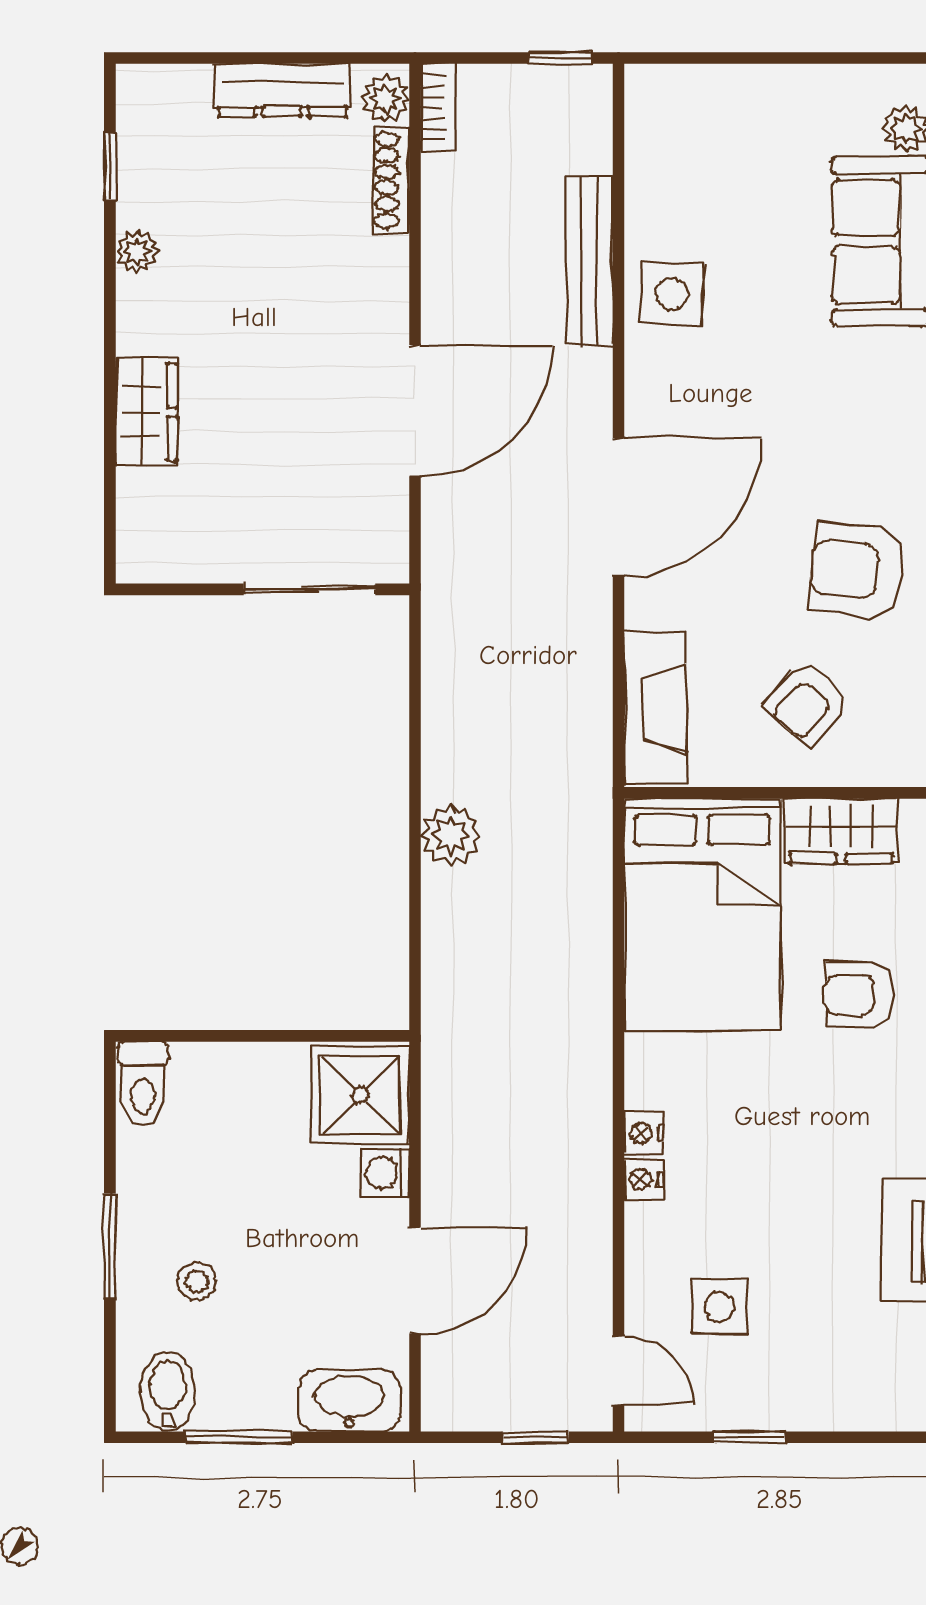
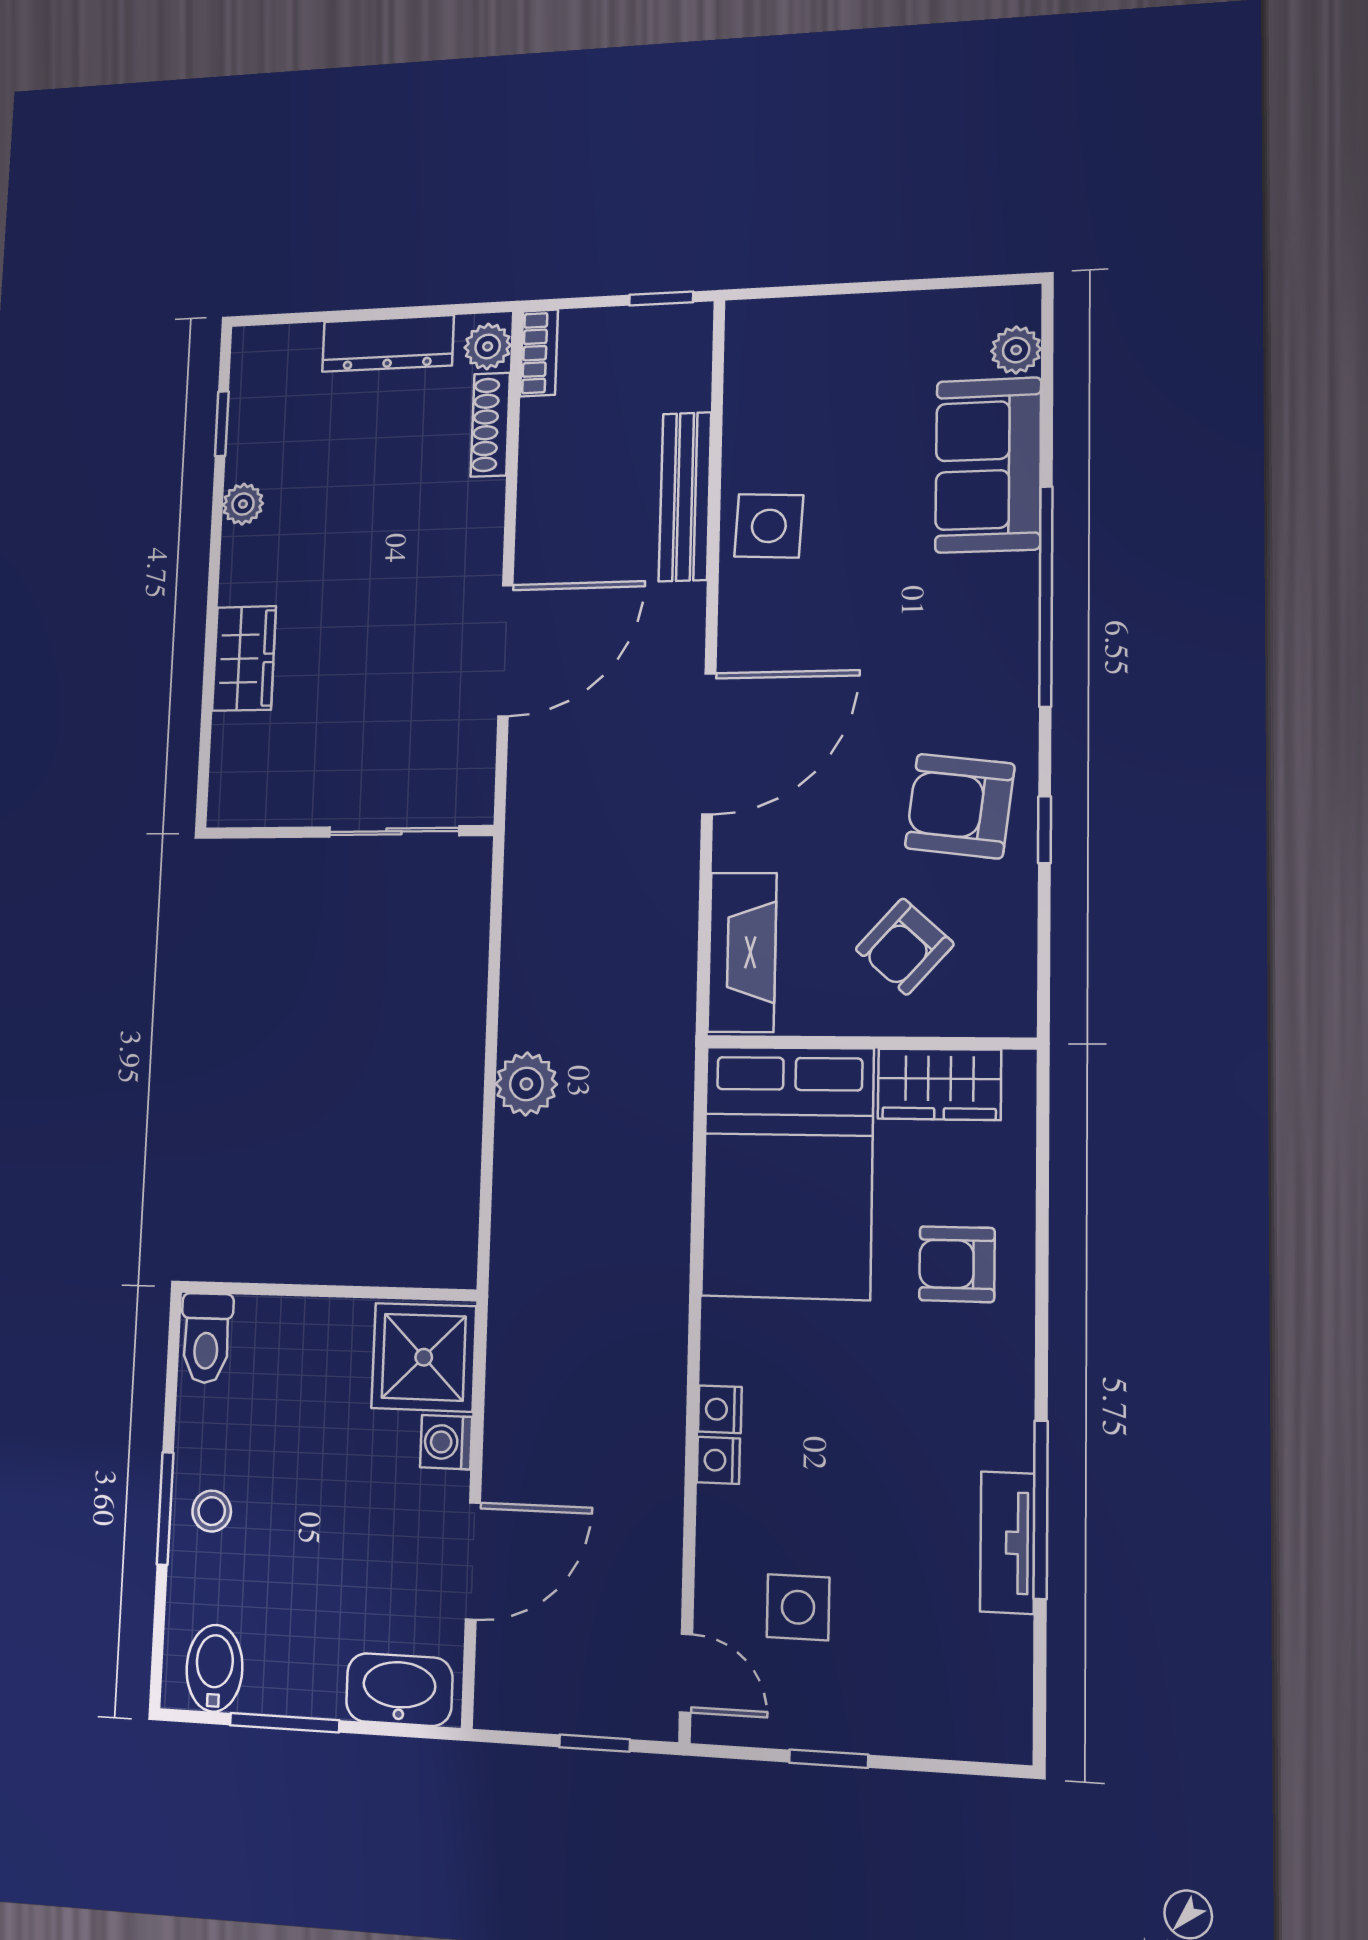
stool: (197, 1281) -> (212, 1511), moved

